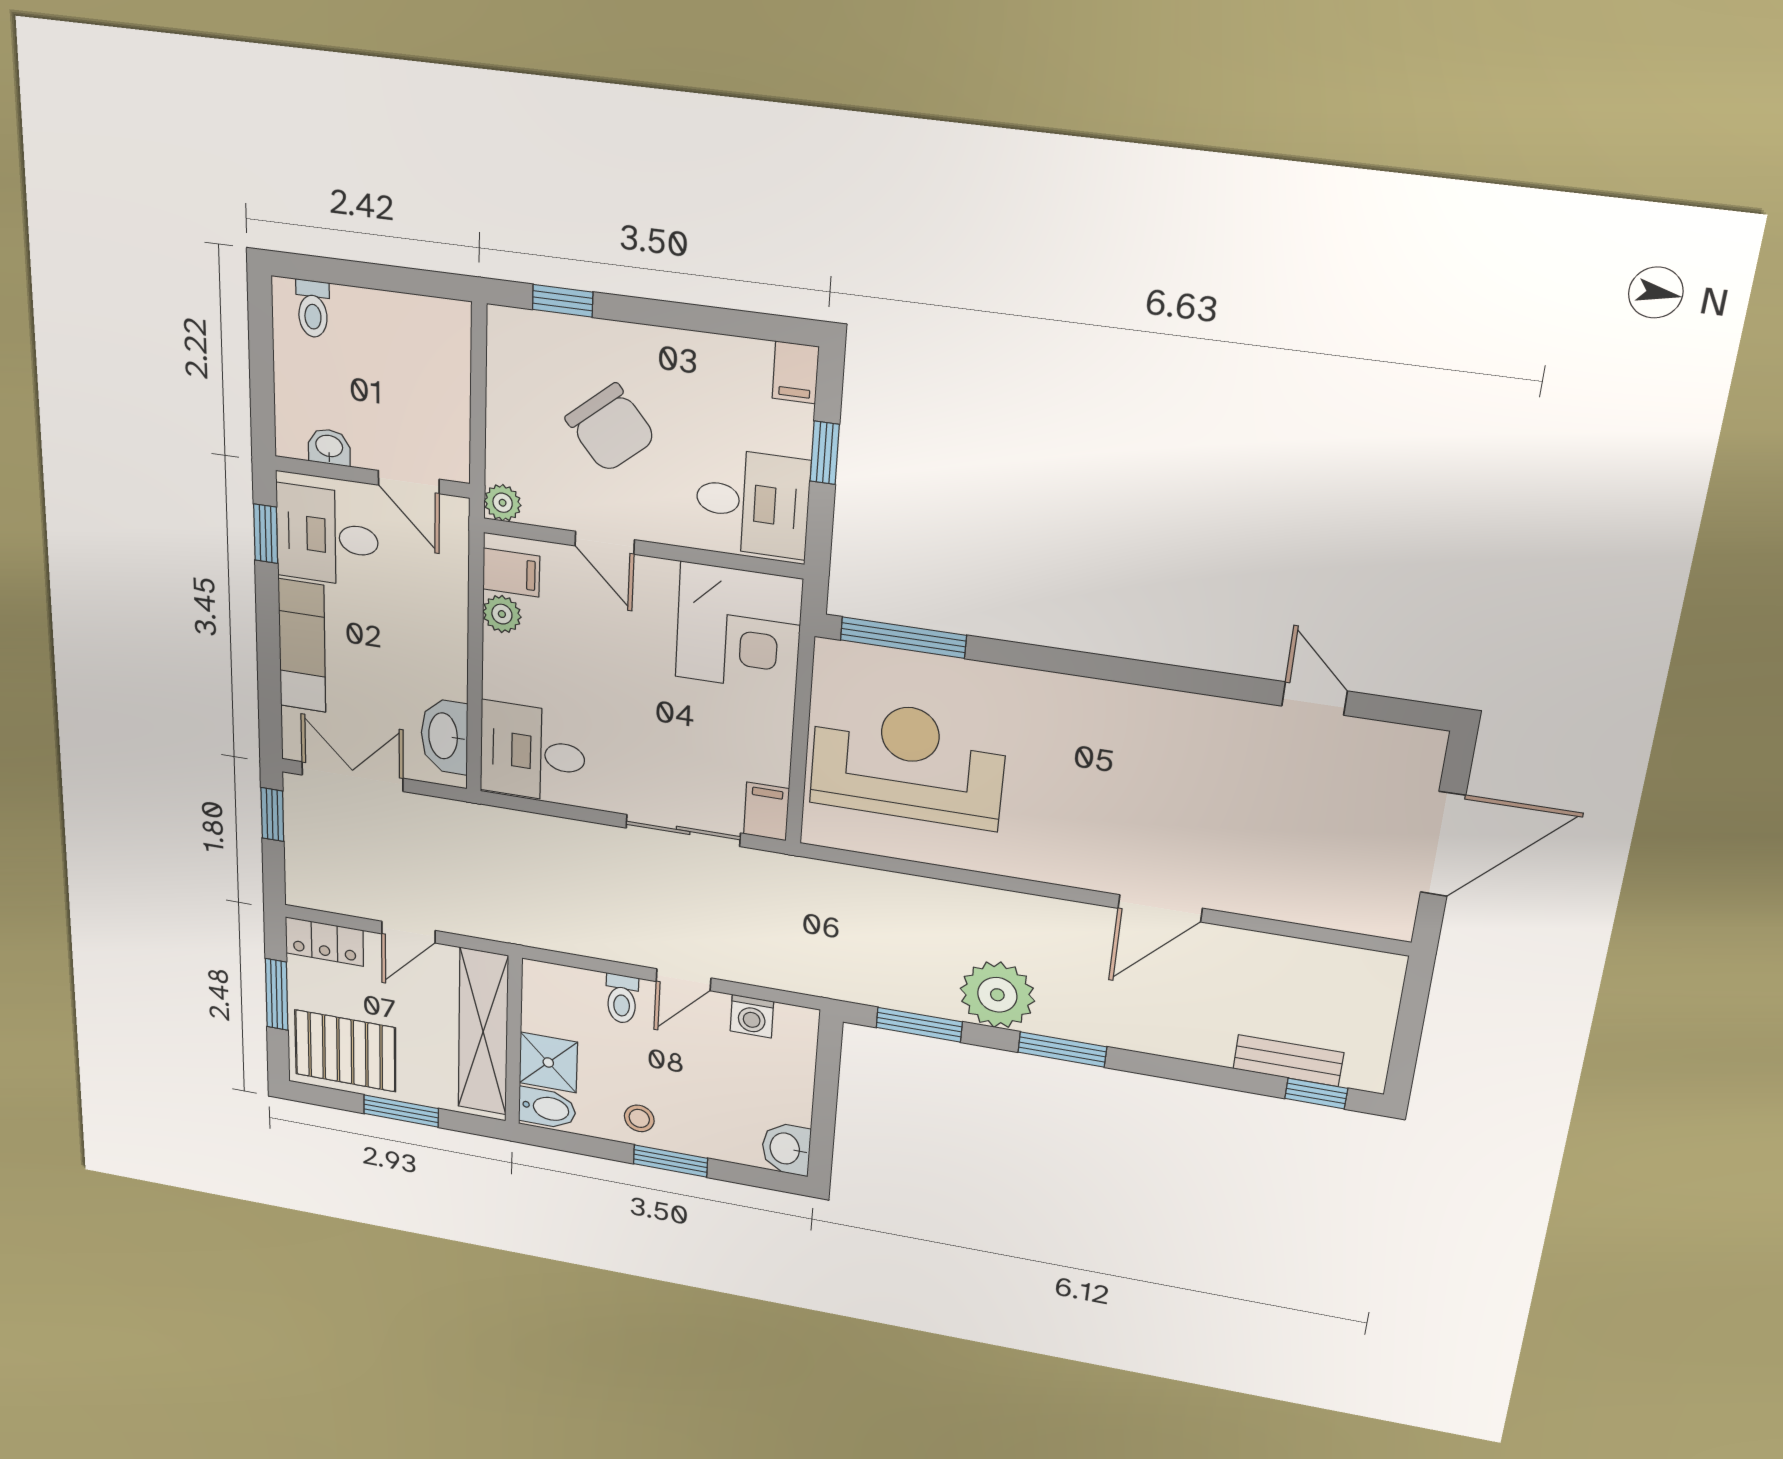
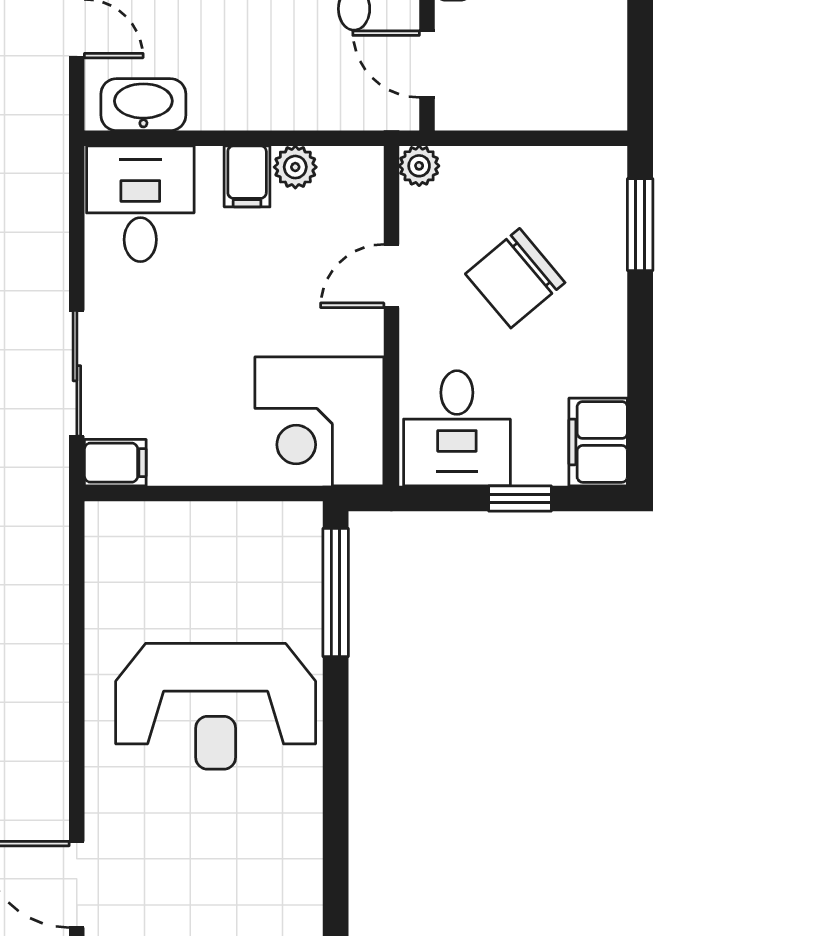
window: (563, 301) -> (640, 225), width x1.50
filing cabinet: (796, 372) -> (598, 442), width x2.00
door: (409, 482) -> (427, 64), hinge flipped
filing cabinet: (511, 573) -> (247, 176), moved
reception desk: (908, 763) -> (216, 706), moved, turned 90

